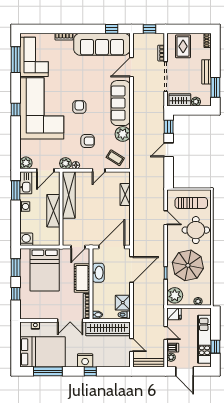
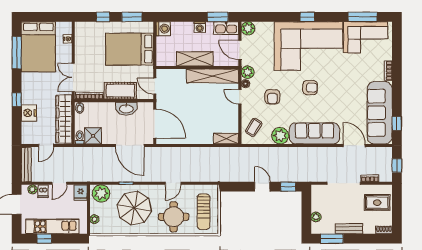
wardrobe: (180, 100) -> (318, 199), removed
door: (99, 170) -> (240, 97), moved
shelving: (125, 195) -> (226, 139), moved
door: (166, 218) -> (173, 183), moved
nightstand: (85, 360) -> (29, 113), moved

